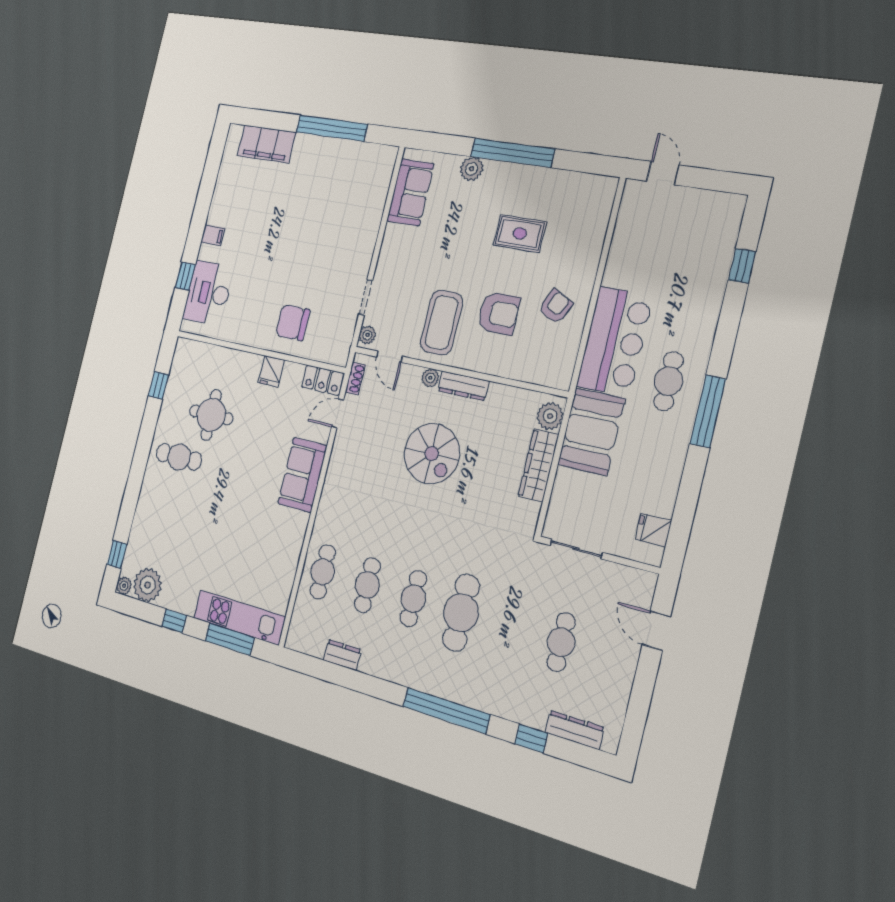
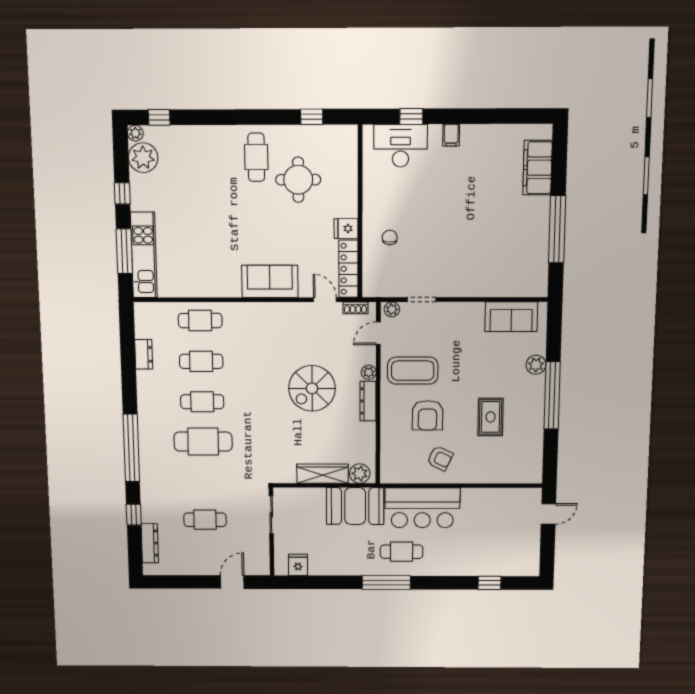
chair: (293, 323) -> (390, 237), width x0.54, depth x0.54
locker: (323, 380) -> (348, 269), width x1.53

